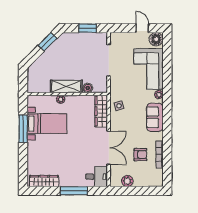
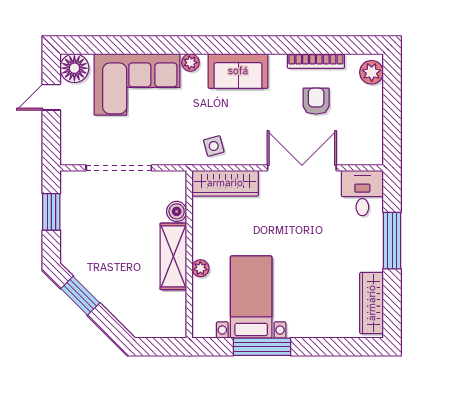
plant: (127, 181) -> (372, 72), moved

